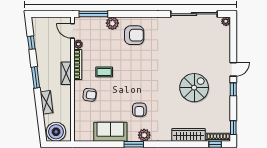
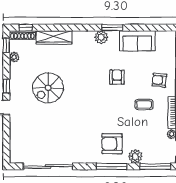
window: (135, 14) -> (112, 166), added
plant: (226, 21) -> (14, 57), moved
armchair: (139, 110) -> (117, 77), moved

